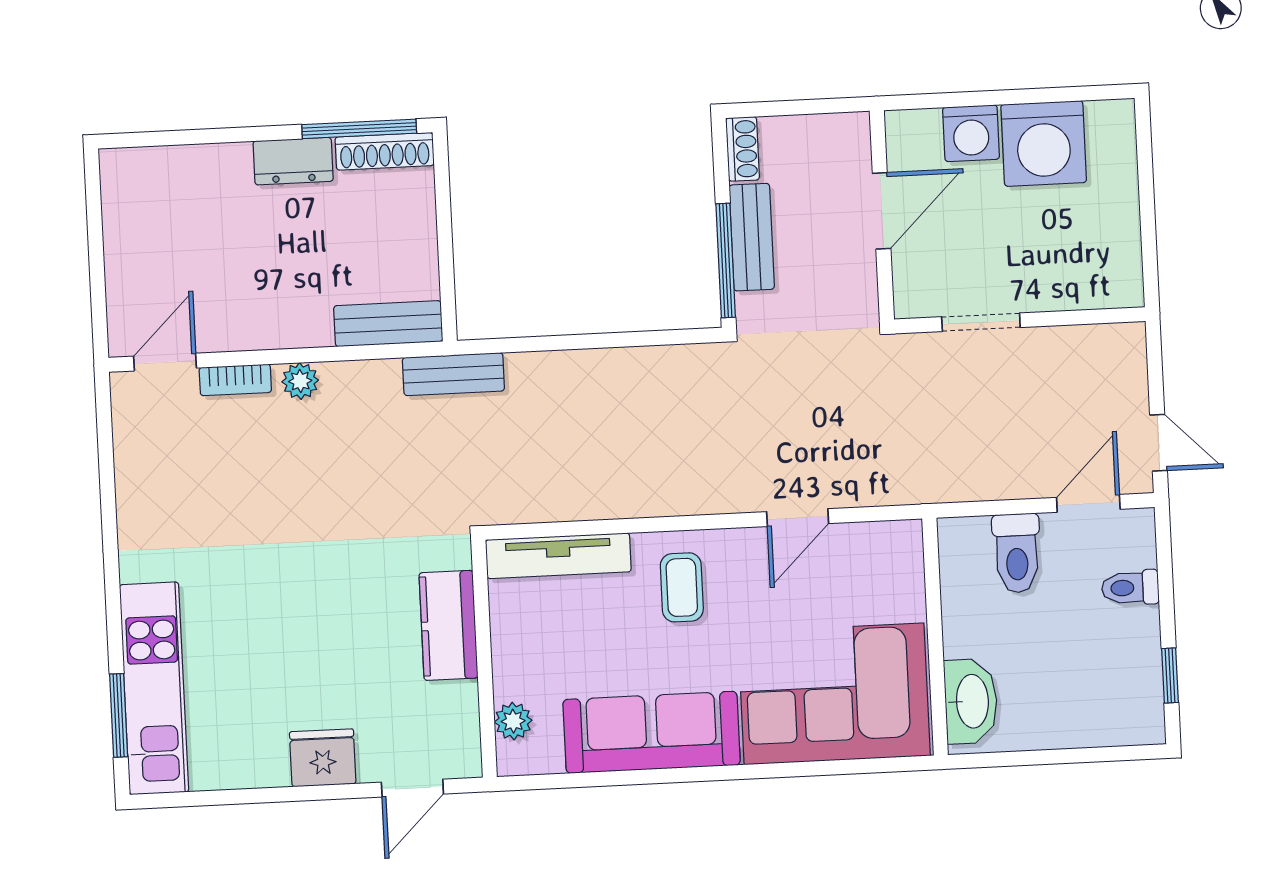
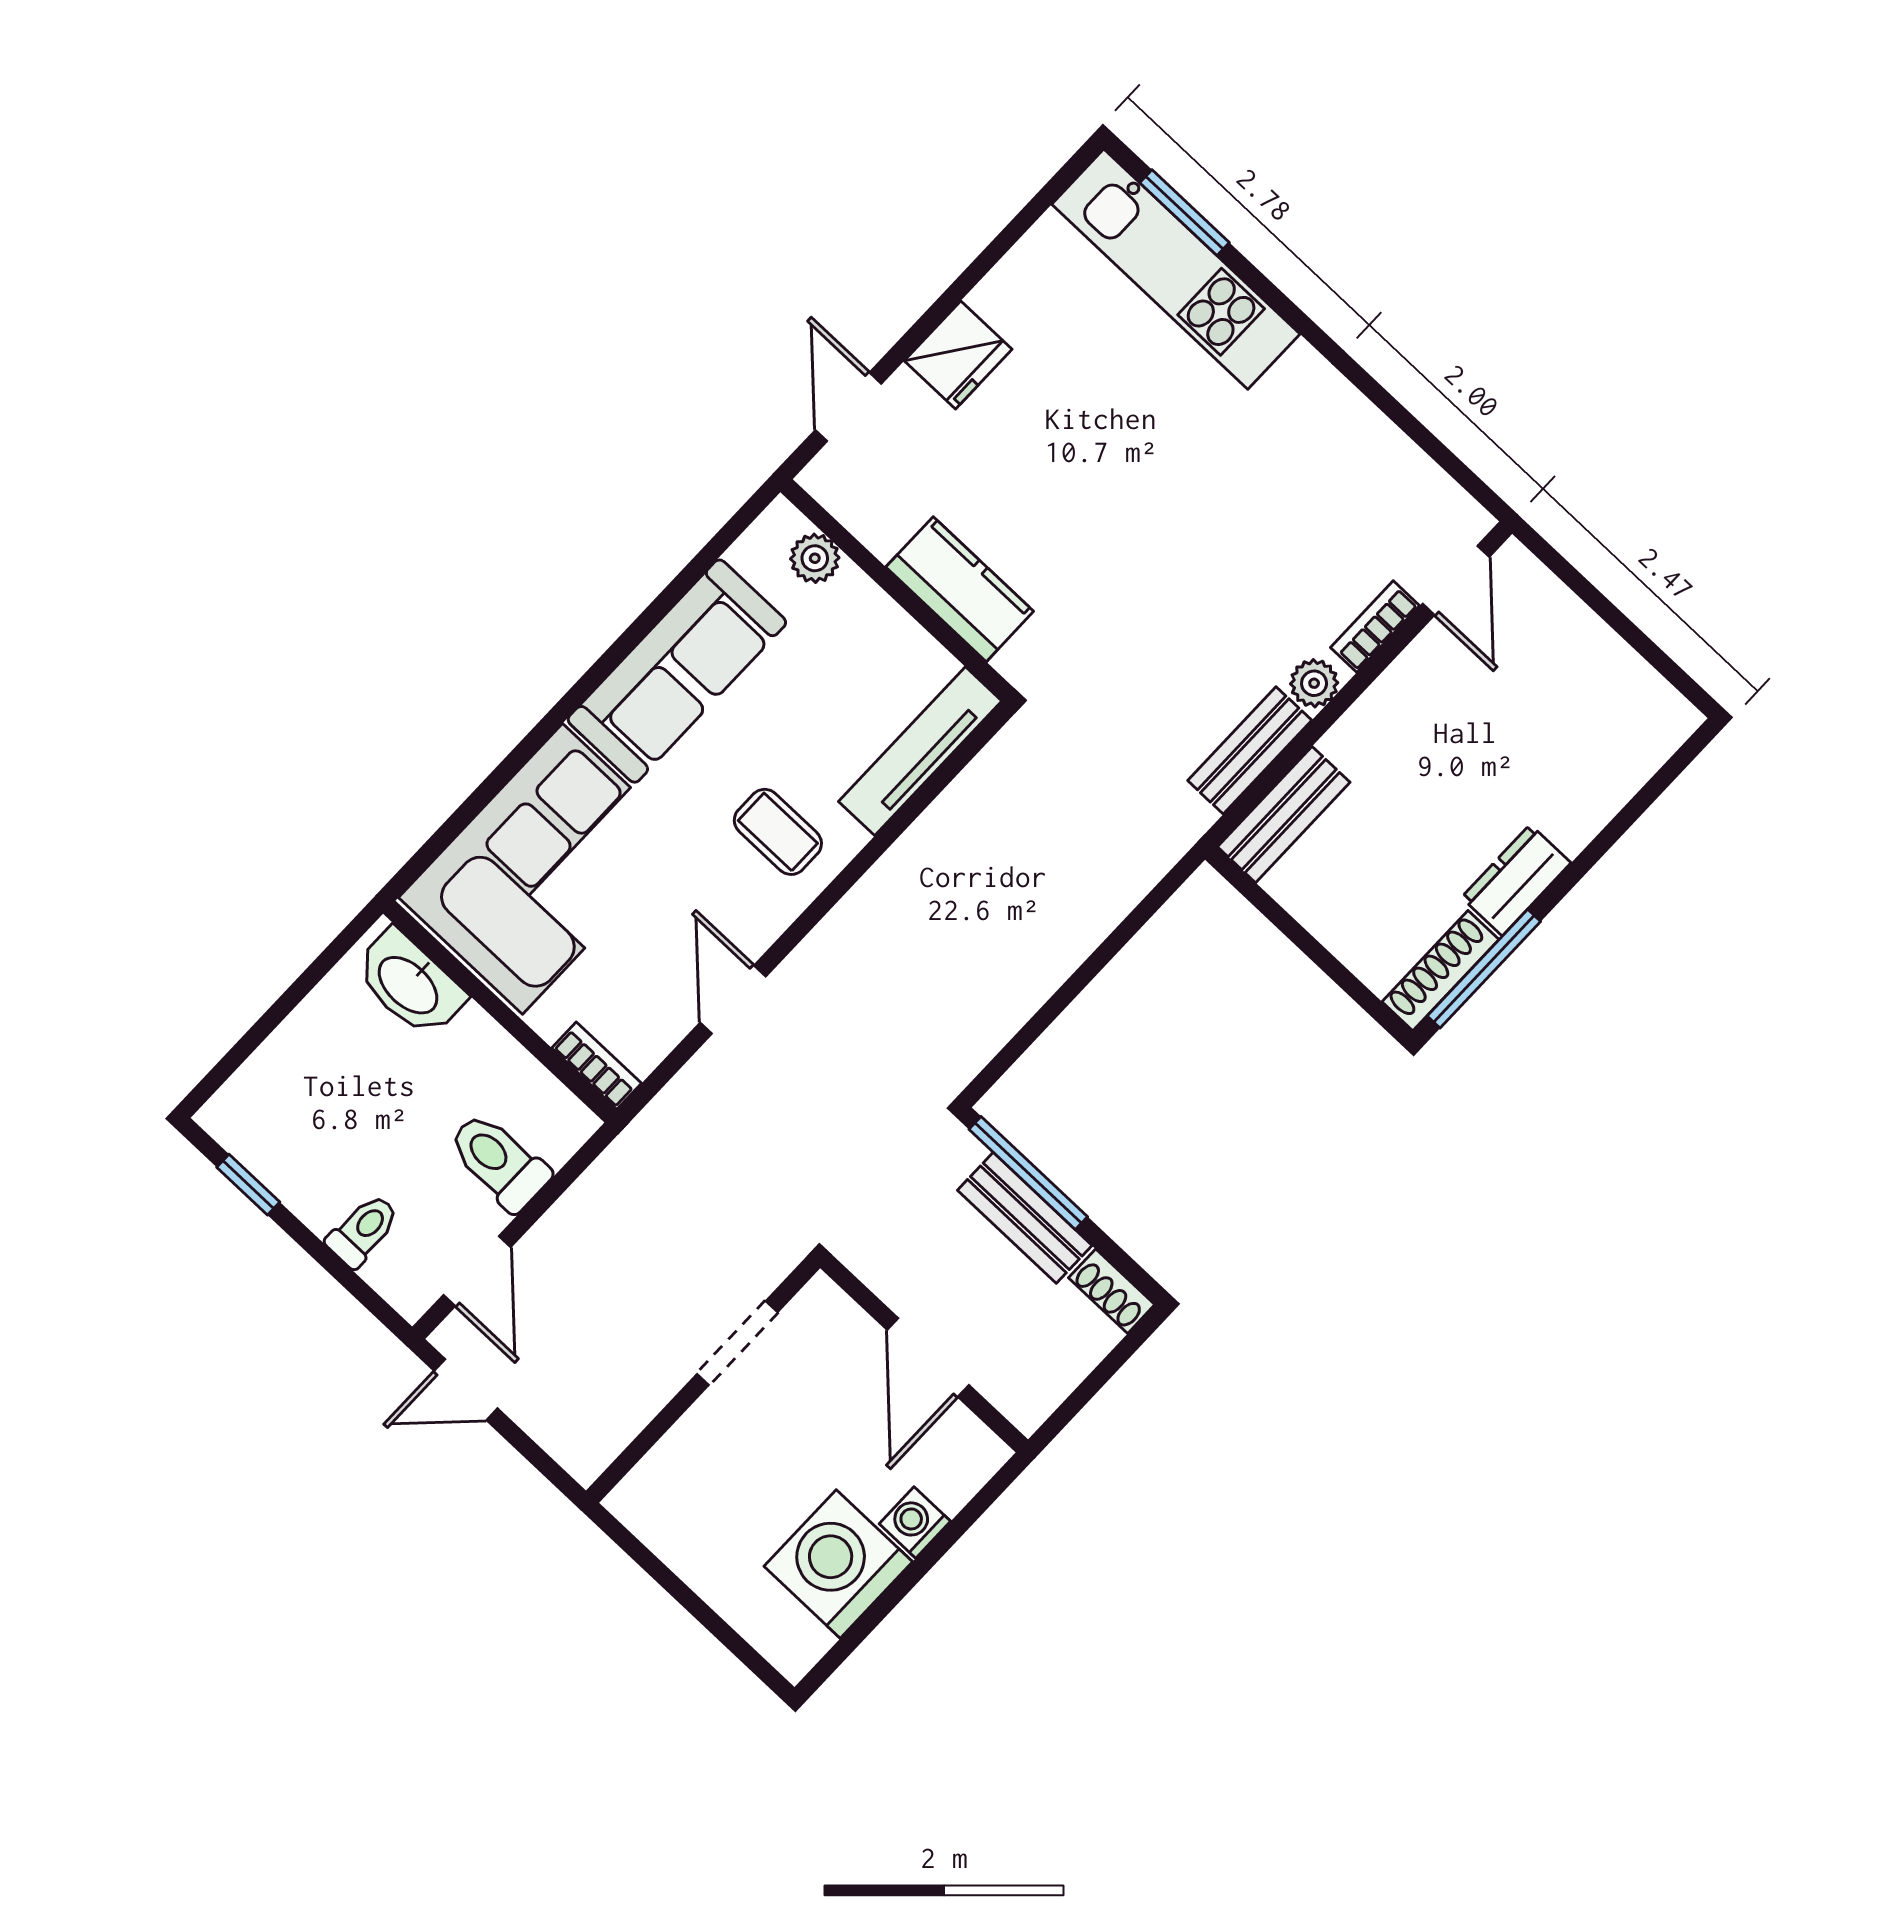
washing machine: (971, 133) -> (915, 1522), width x0.73, depth x0.73
bench: (453, 374) -> (1250, 750), moved
bookcase: (910, 554) -> (597, 1066), added

